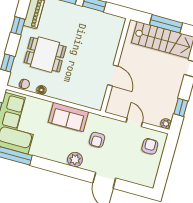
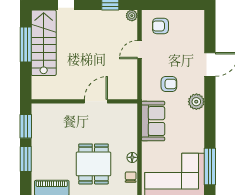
wall: (115, 65) -> (84, 101), moved
door: (113, 75) -> (96, 101), moved

